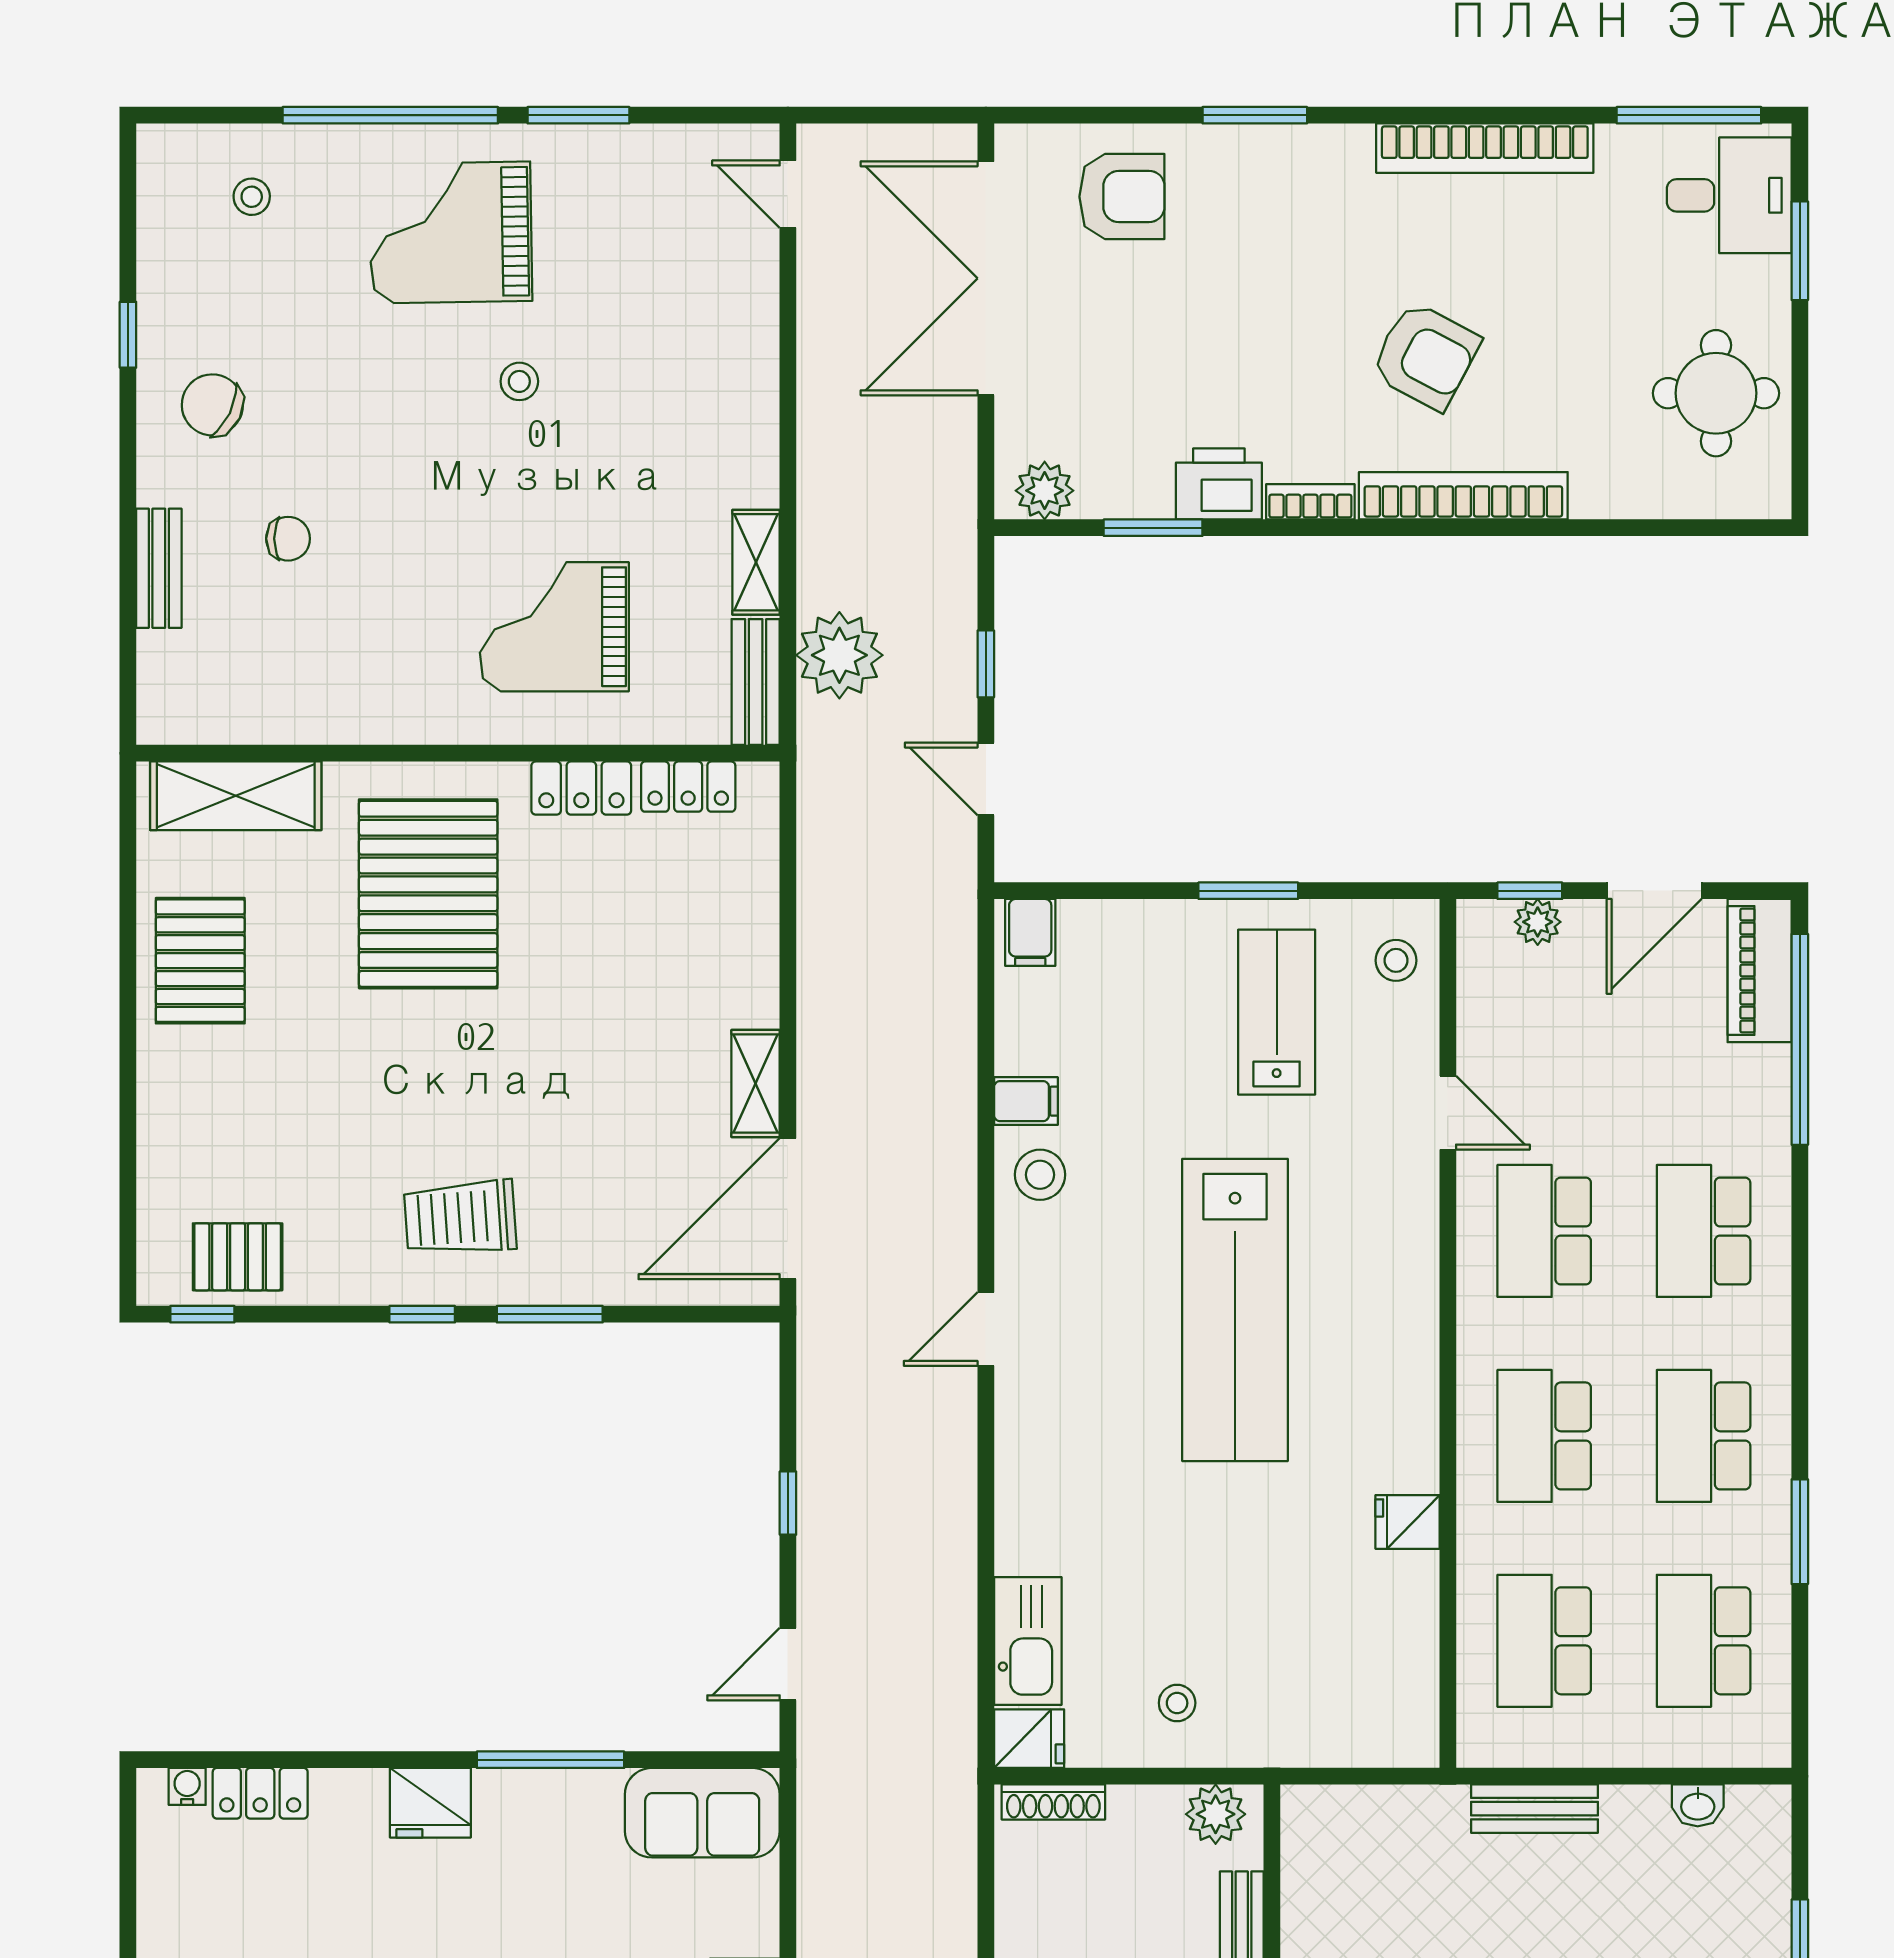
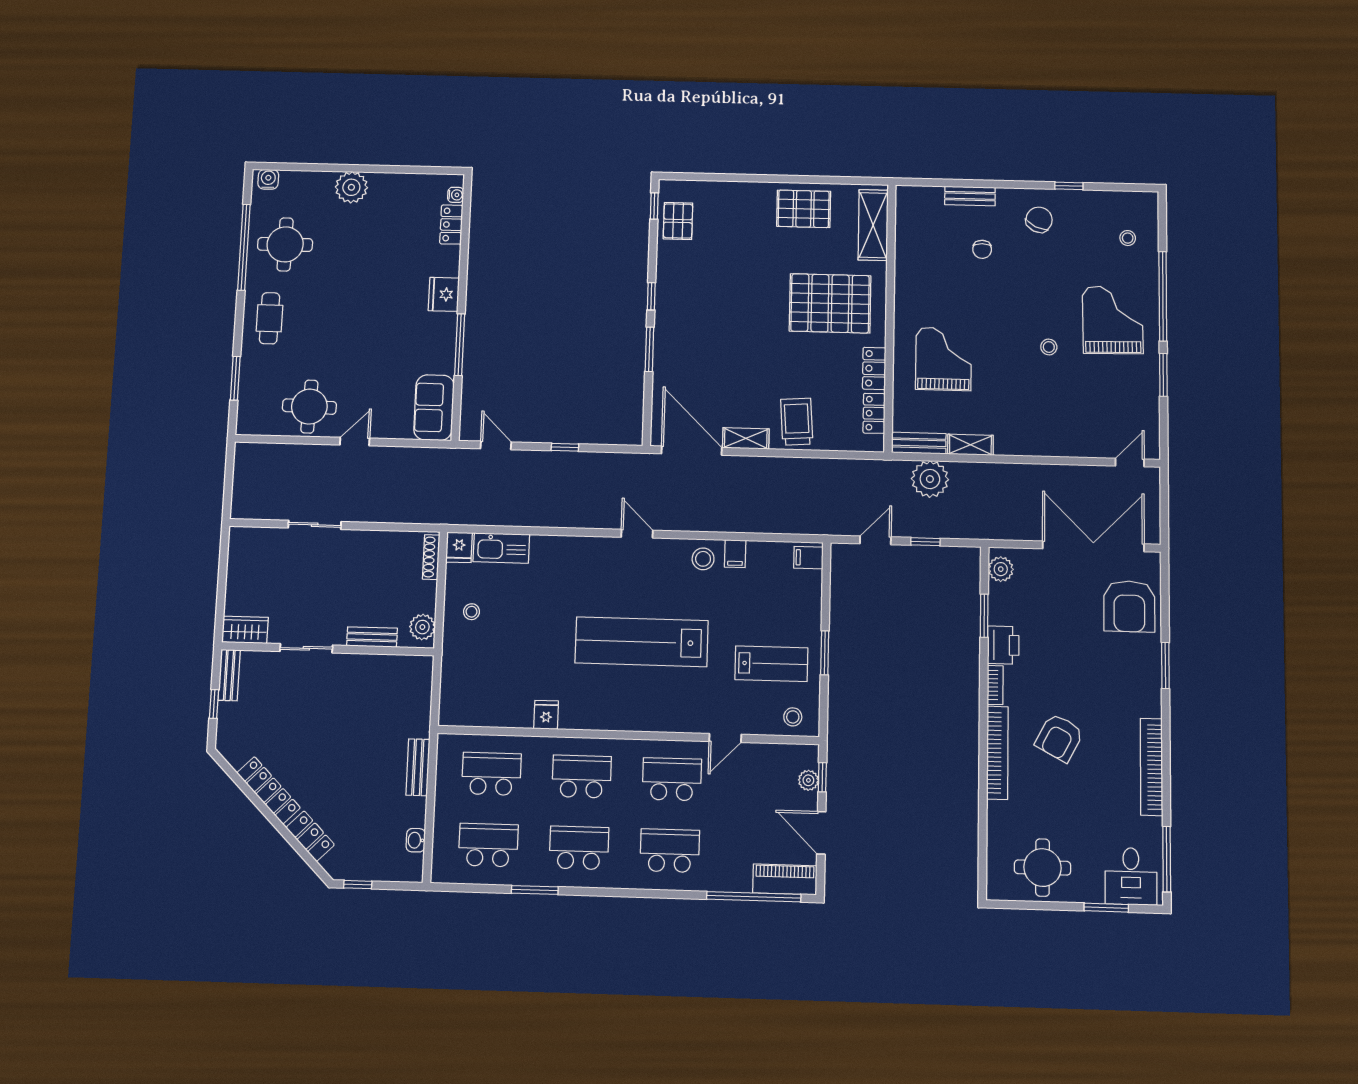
armchair: (1122, 197) -> (1129, 606), width x1.36, depth x1.36
trolley: (460, 1218) -> (797, 422), moved

